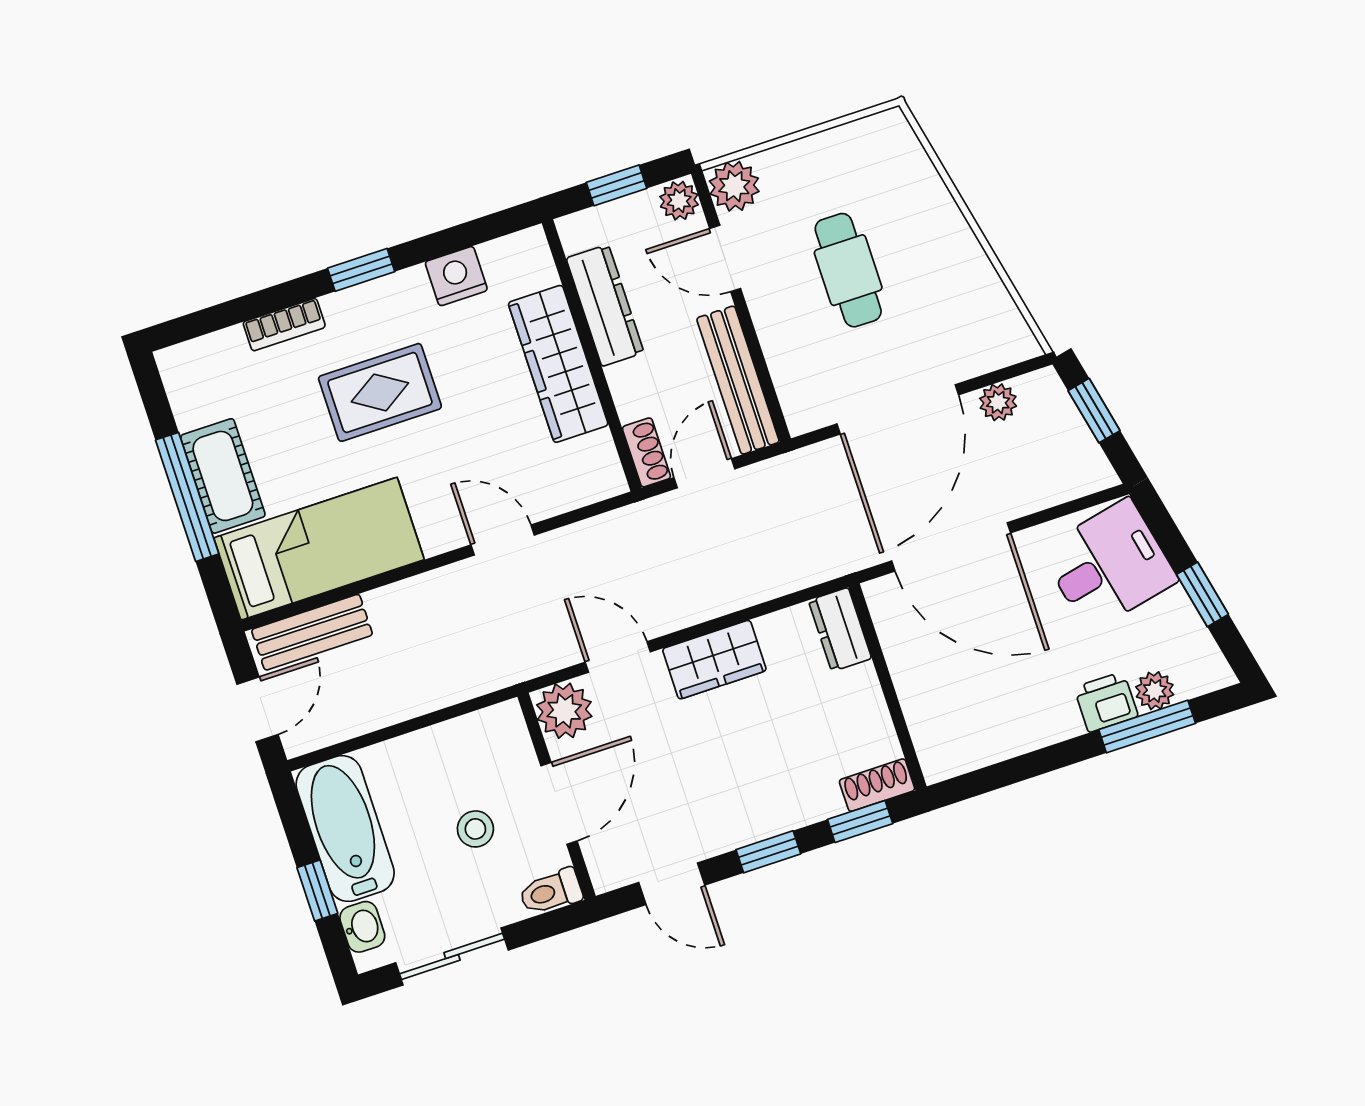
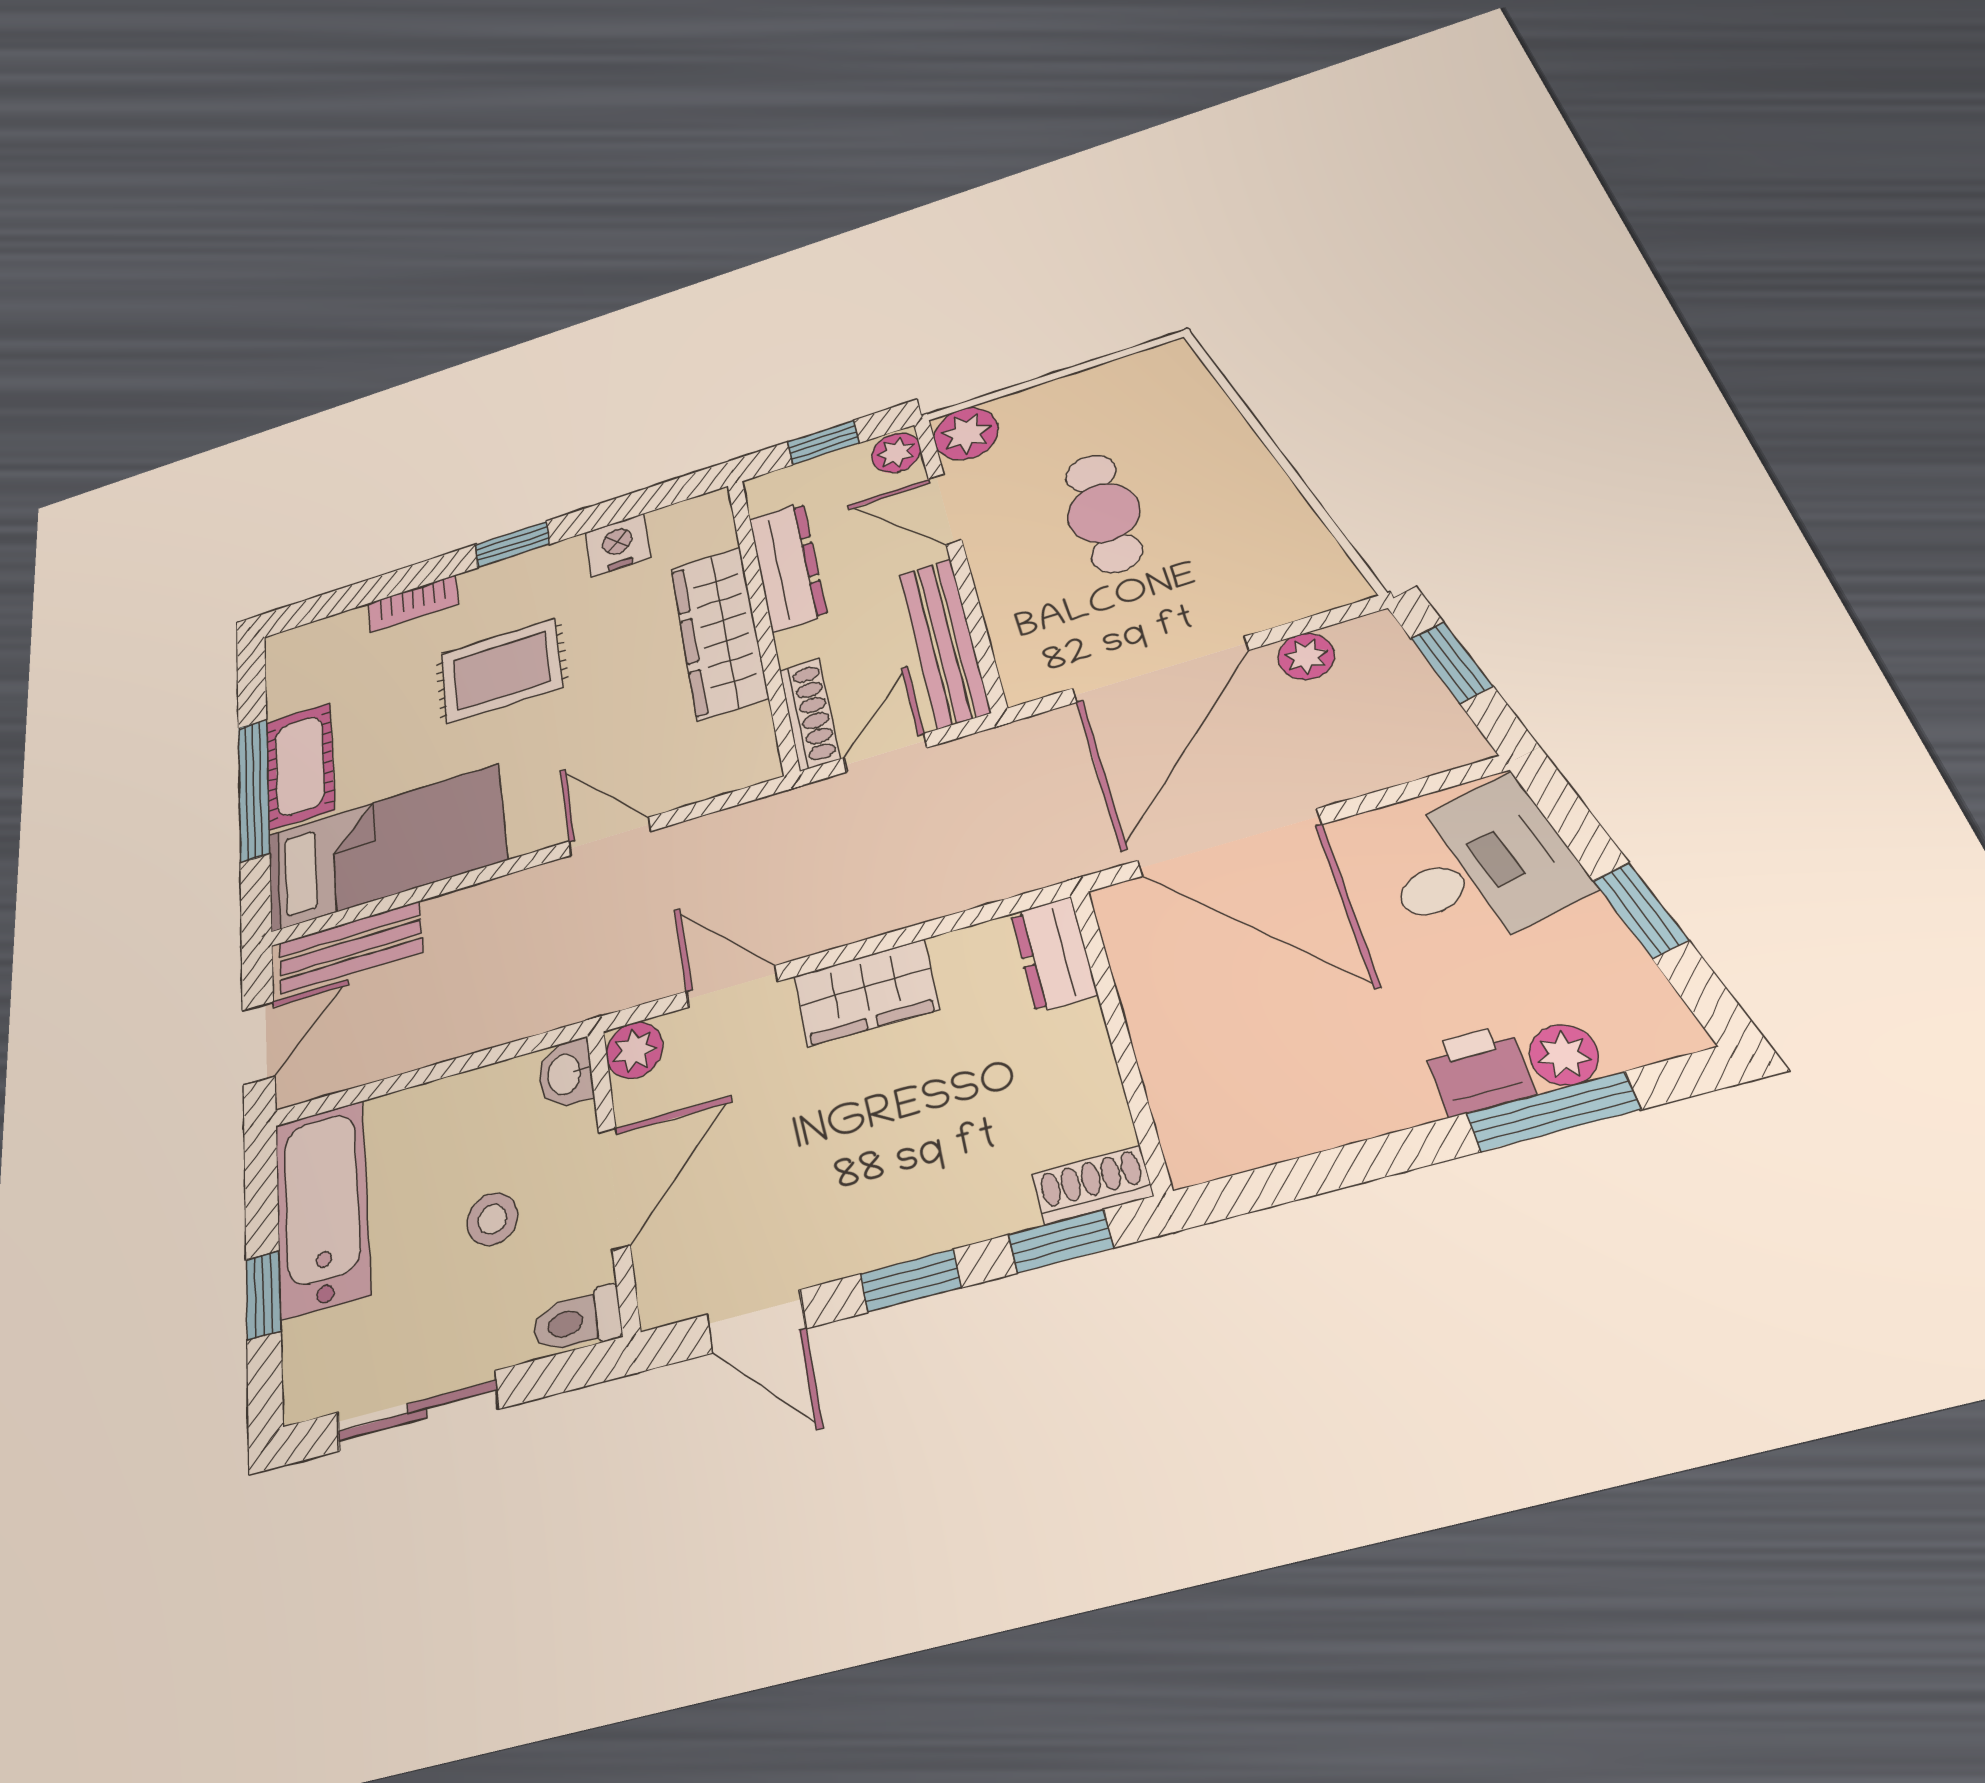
shoe rack: (646, 452) -> (809, 714), width x1.43
plant: (564, 711) -> (634, 1050), width x0.73, depth x0.73
washbasin: (362, 927) -> (565, 1074), moved, turned 180

